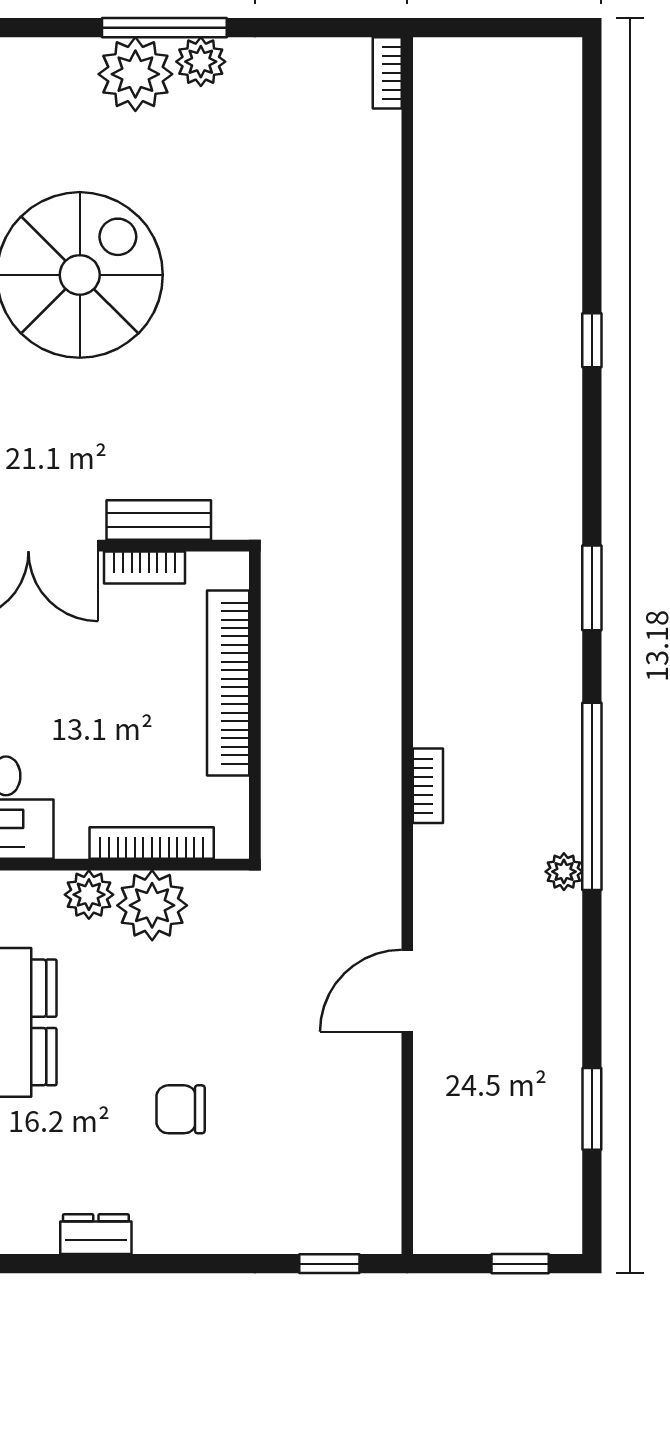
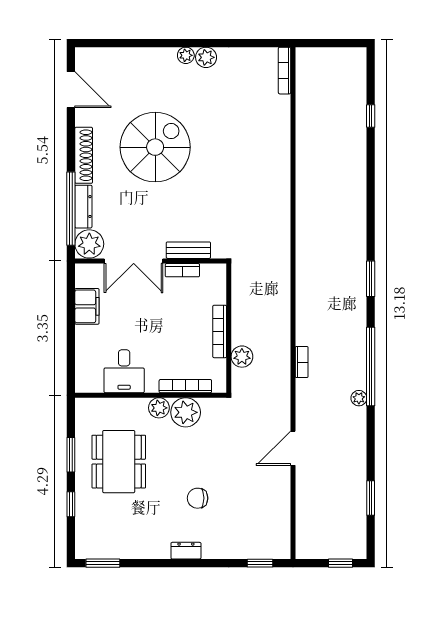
window: (164, 28) -> (191, 43), removed
bookcase: (387, 73) -> (285, 71), width x1.56
plant: (135, 74) -> (186, 55), width x0.53, depth x0.53
window: (592, 340) -> (371, 116), moved
bookcase: (228, 683) -> (220, 331), width x0.68, depth x0.76
plant: (286, 773) -> (242, 357), added
dresser: (96, 1234) -> (186, 551), moved

